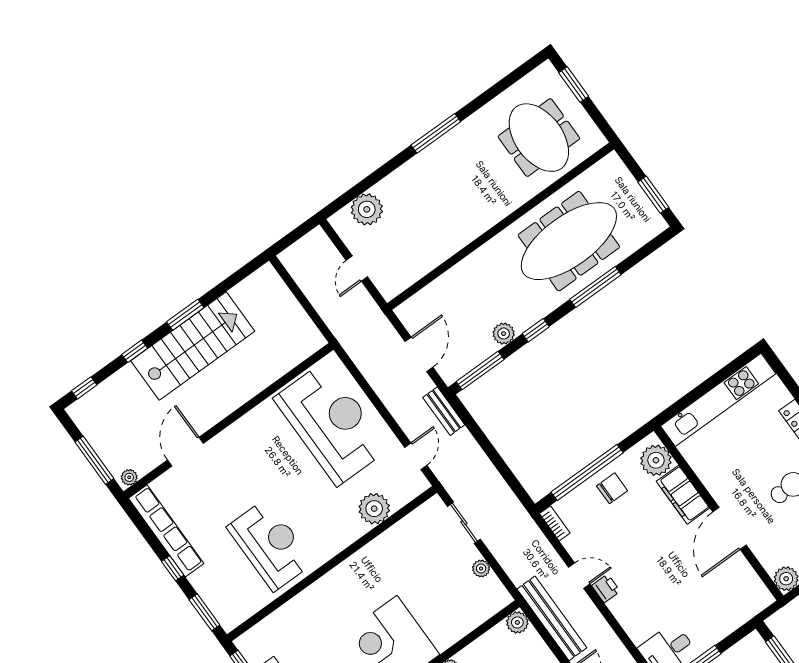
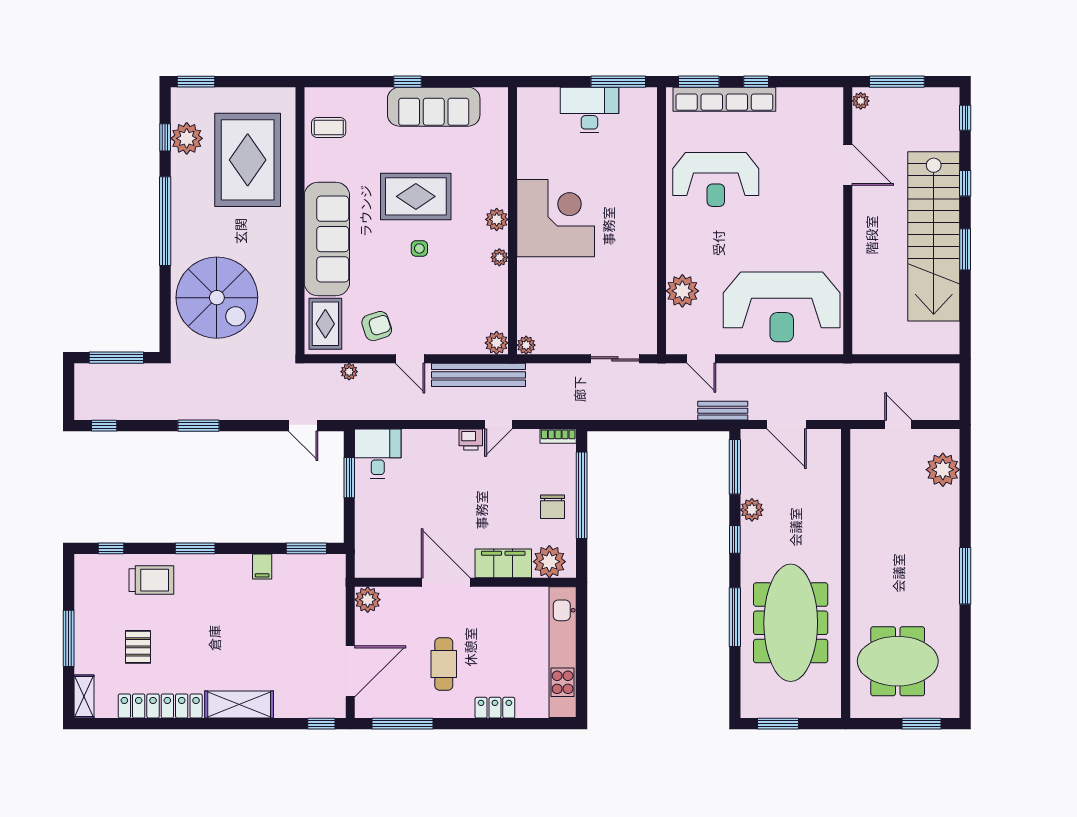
stairs: (193, 346) -> (934, 236), width x1.36
row of seats: (166, 531) -> (724, 99), moved
plant: (481, 569) -> (526, 345), moved

